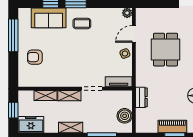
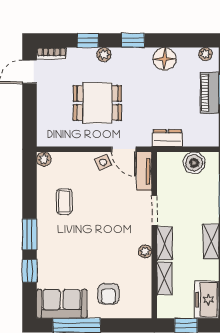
sofa: (49, 18) -> (62, 304), moved, turned -90
coffee table: (82, 24) -> (64, 202), moved
door: (134, 34) -> (124, 149), moved
plant: (64, 82) -> (145, 251), added

